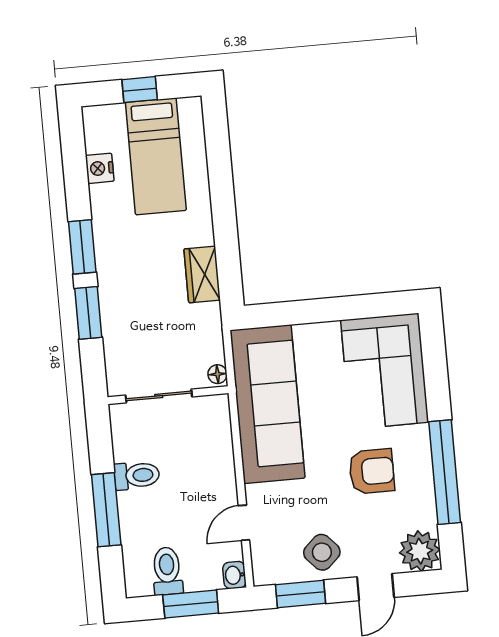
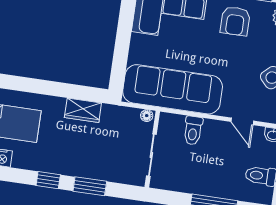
window: (82, 247) -> (48, 180), width x0.67
armchair: (372, 471) -> (235, 21), moved, turned 180
toilet: (137, 475) -> (193, 130), moved, turned 180

